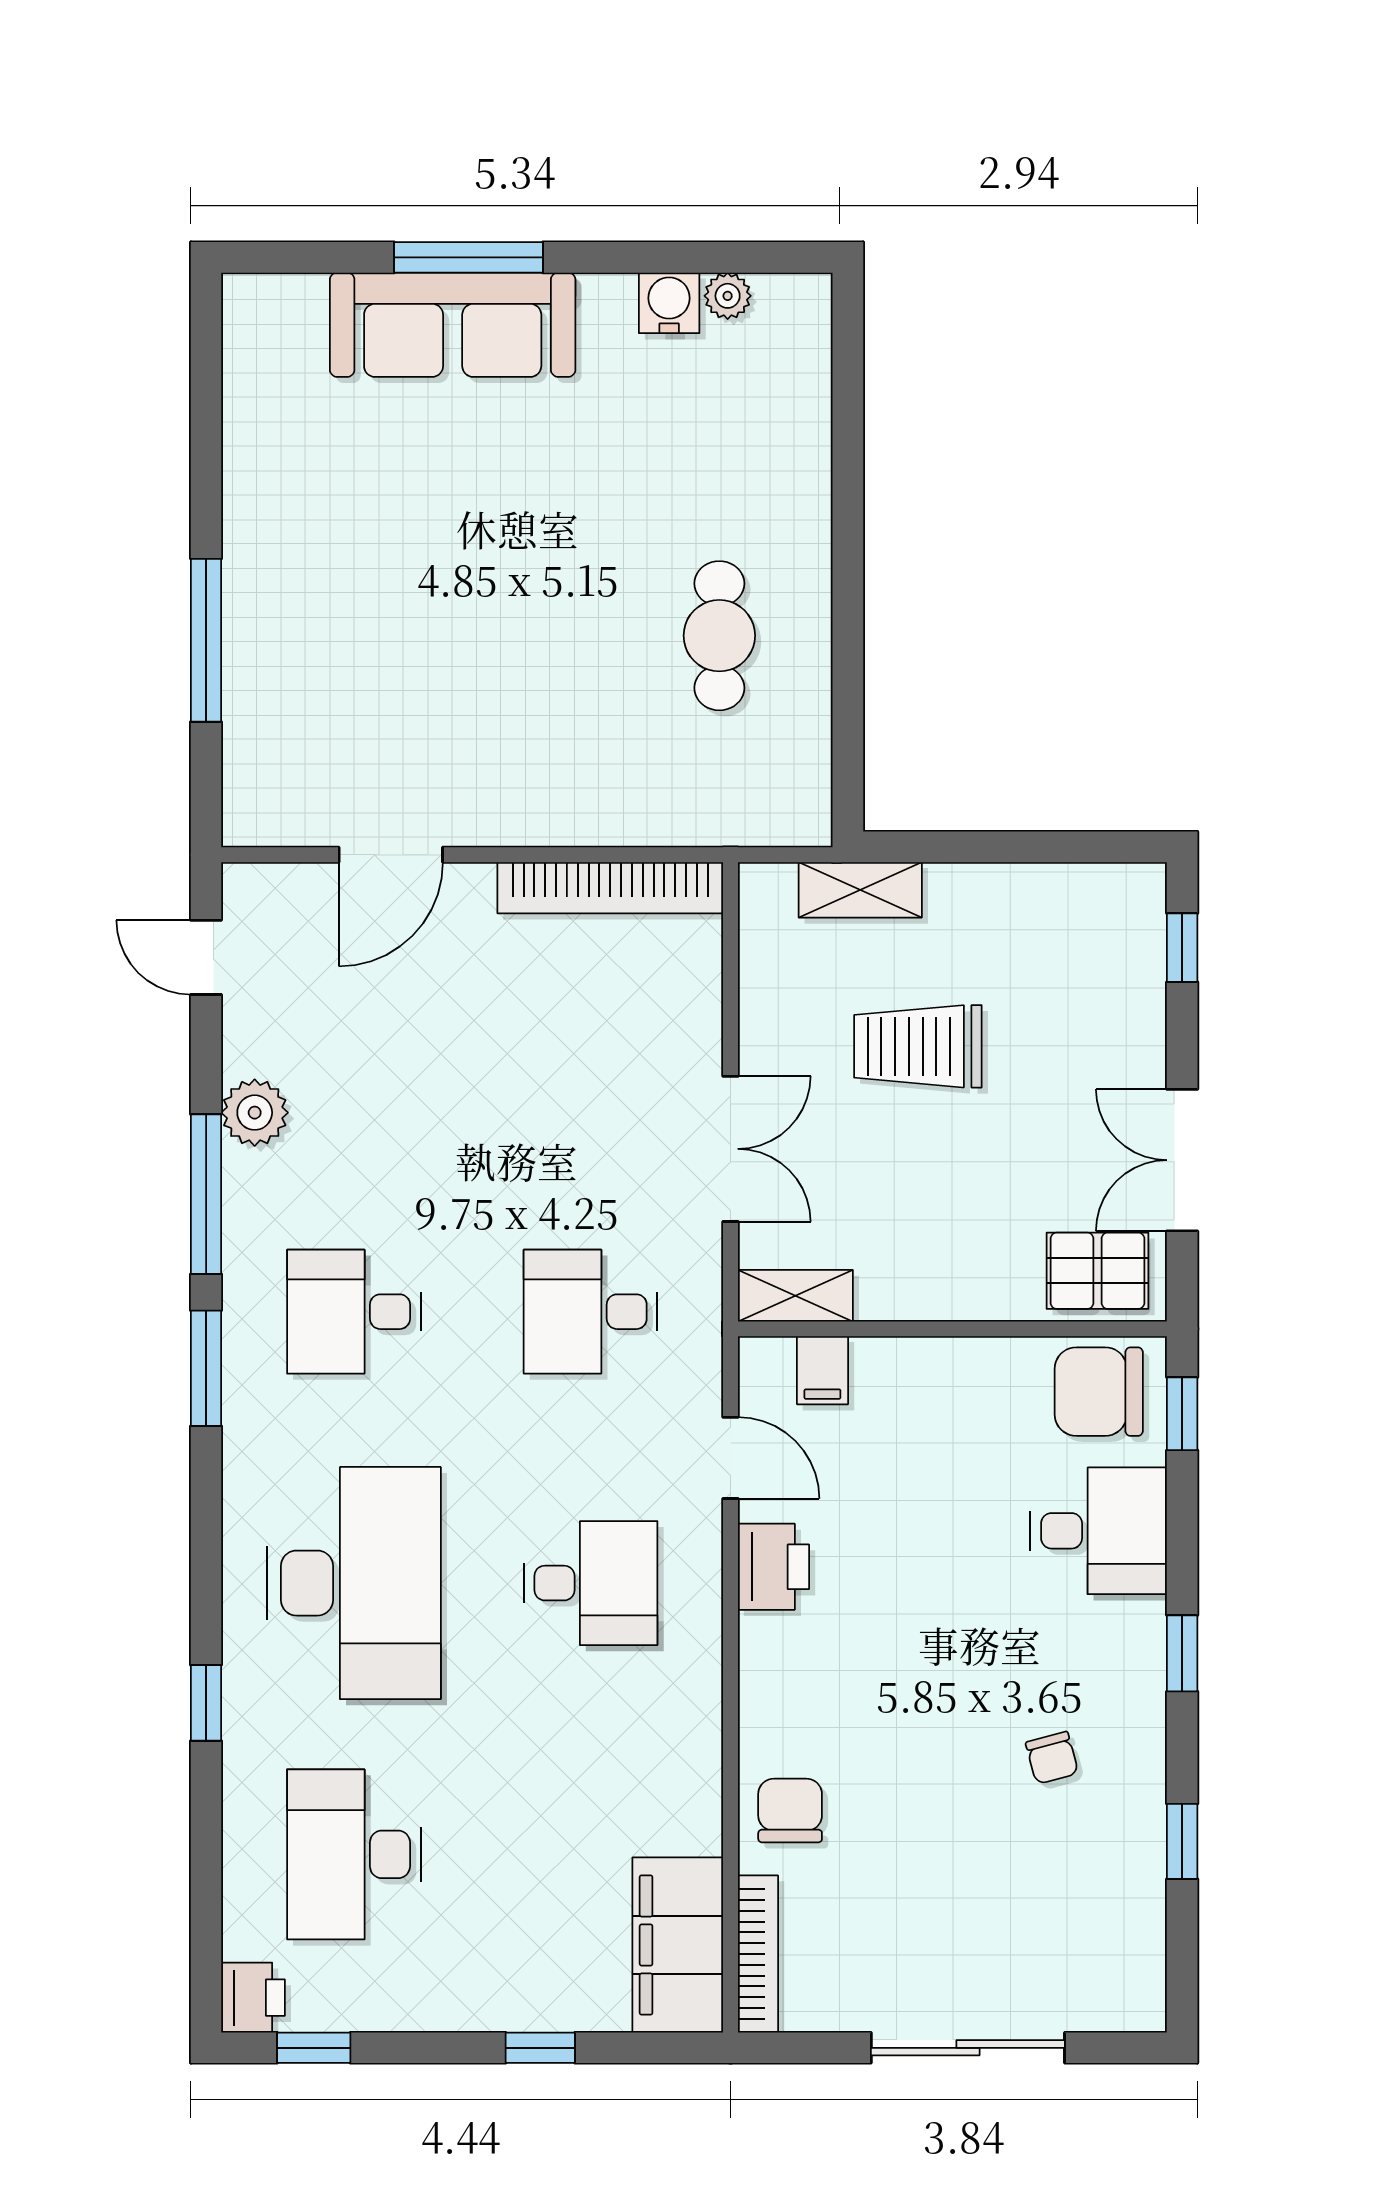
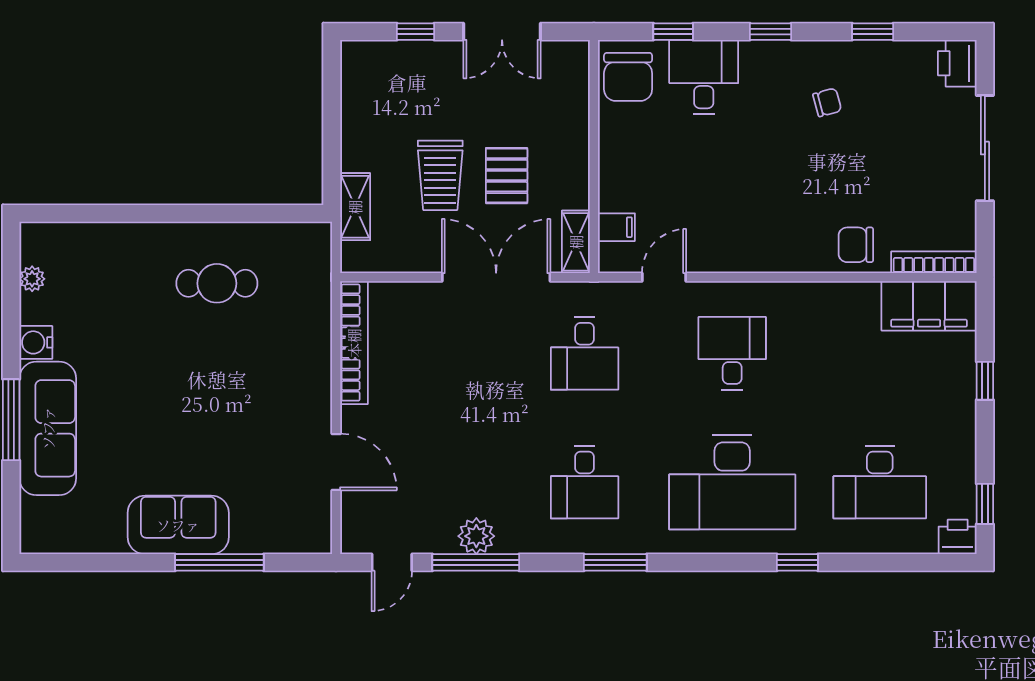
water cooler: (669, 303) -> (36, 342), moved
sofa: (275, 565) -> (178, 525), added
window: (1182, 948) -> (415, 32), moved
double door: (731, 1149) -> (496, 277), width x1.37
window: (206, 1194) -> (476, 562), moved
pallet: (1097, 1271) -> (507, 176), moved
window: (1182, 1414) -> (673, 32), moved
printer: (773, 1567) -> (957, 63), moved, turned -90
desk: (354, 1583) -> (732, 482), turned 180

